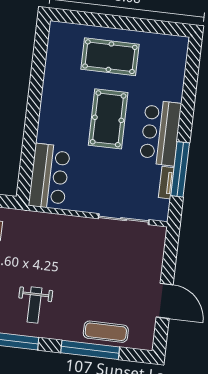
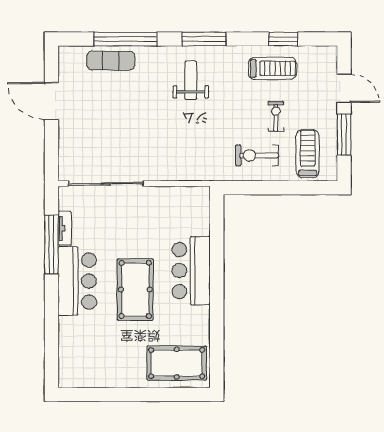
pool table: (110, 57) -> (177, 363), moved
bar counter: (49, 176) -> (191, 271), moved
sliding door: (124, 219) -> (106, 184), width x1.36

